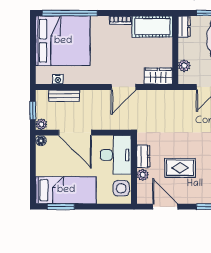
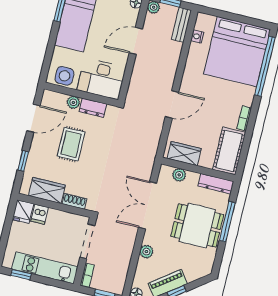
dresser: (184, 27) -> (216, 184), width x1.44
wardrobe: (158, 76) -> (184, 154), moved, turned -90
door: (124, 87) -> (172, 105), swing flipped
bench: (64, 96) -> (181, 25), moved
door: (75, 133) -> (136, 41), width x0.73

